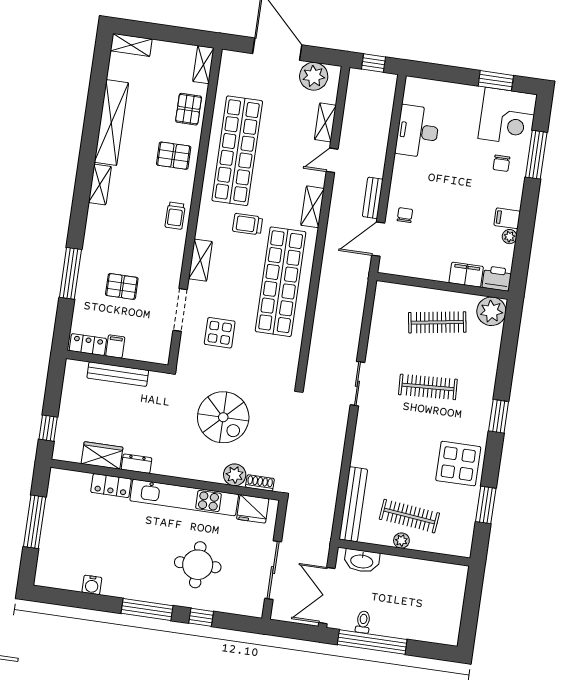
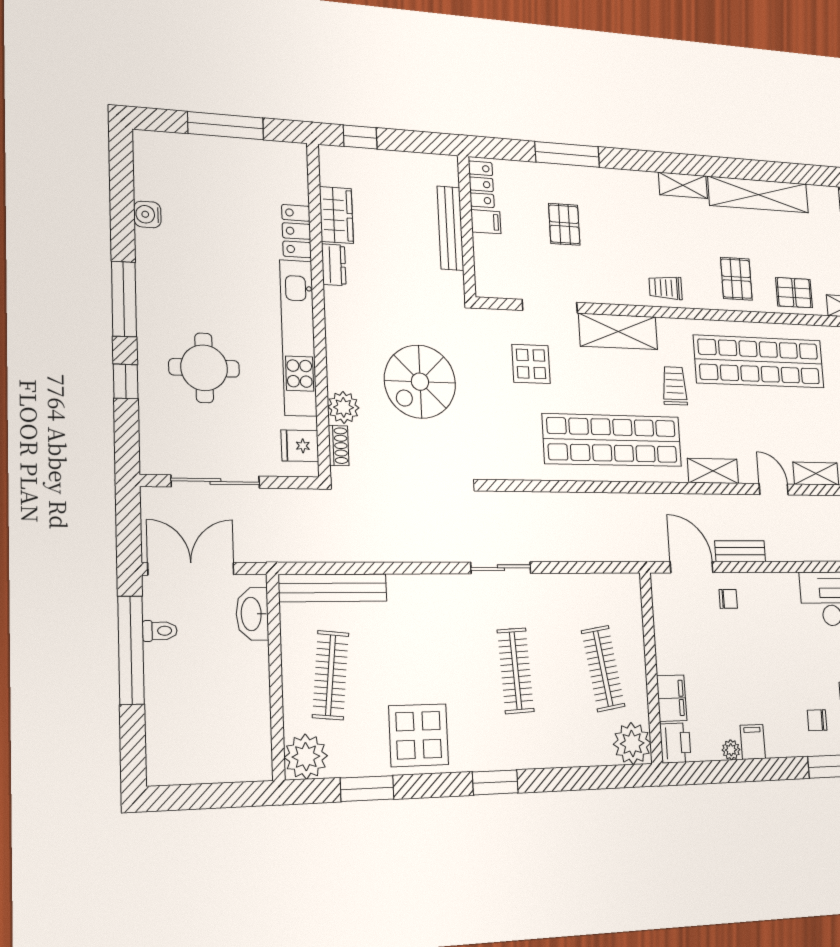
shelving: (200, 260) -> (618, 331), width x1.50, depth x1.33
fridge: (253, 509) -> (300, 446), width x0.72
plant: (401, 541) -> (306, 757), moved, width x1.88, depth x1.88

